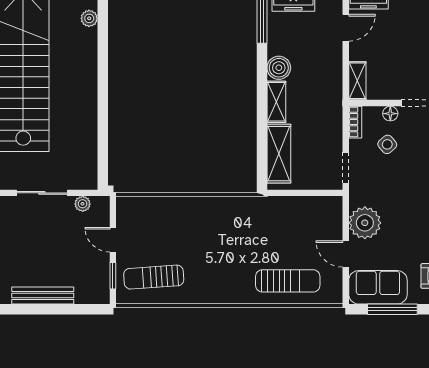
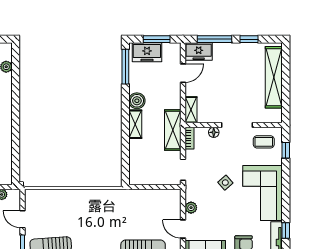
side table: (387, 144) -> (225, 183), moved
shelving: (279, 154) -> (173, 130), moved
plant: (365, 223) -> (191, 208), width x0.53, depth x0.53

